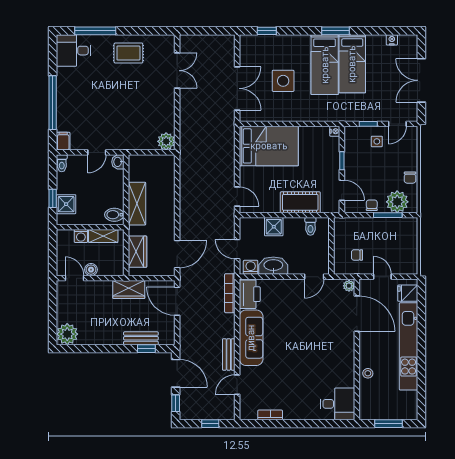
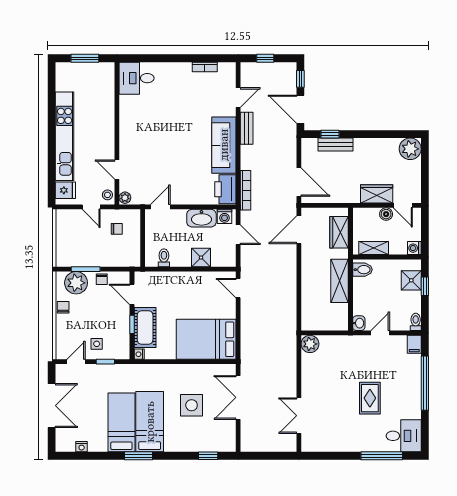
rug: (128, 53) -> (370, 398), moved, turned 90
cot: (300, 202) -> (145, 327), moved, turned 90
washing machine: (81, 236) -> (414, 248), moved, turned -90
wardrobe: (129, 290) -> (377, 194), moved
door: (357, 314) -> (117, 170), width x0.53
stool: (368, 373) -> (107, 195), moved

